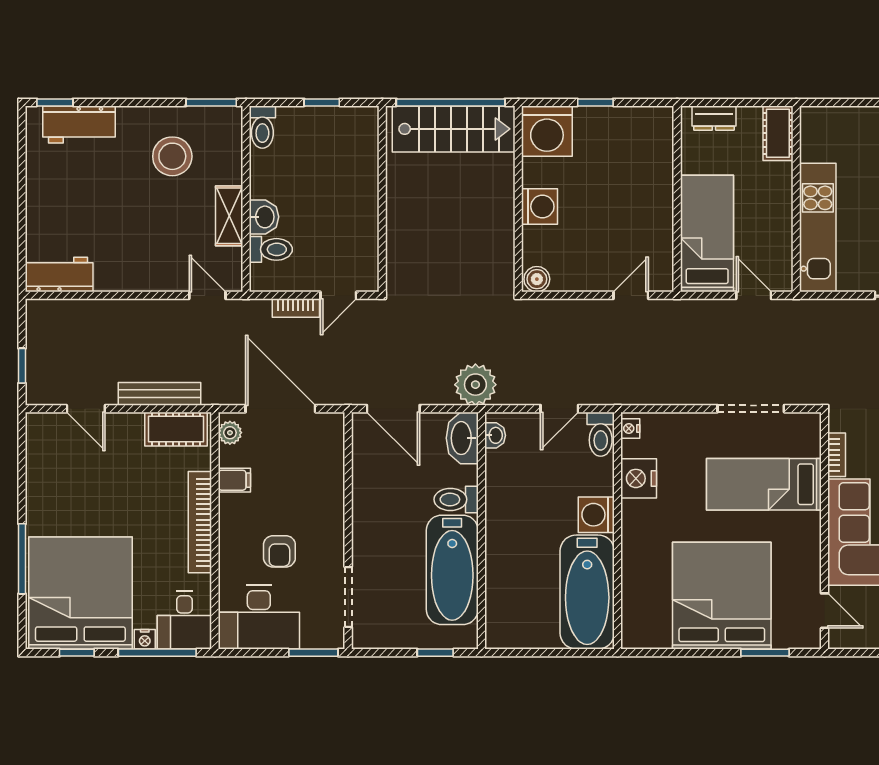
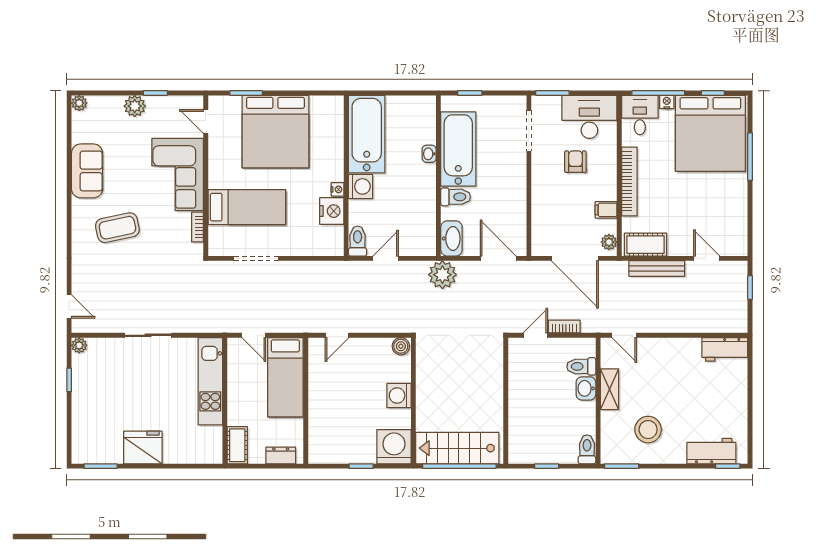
nightstand: (630, 428) -> (337, 189), moved
washbasin: (495, 435) -> (429, 154), moved

